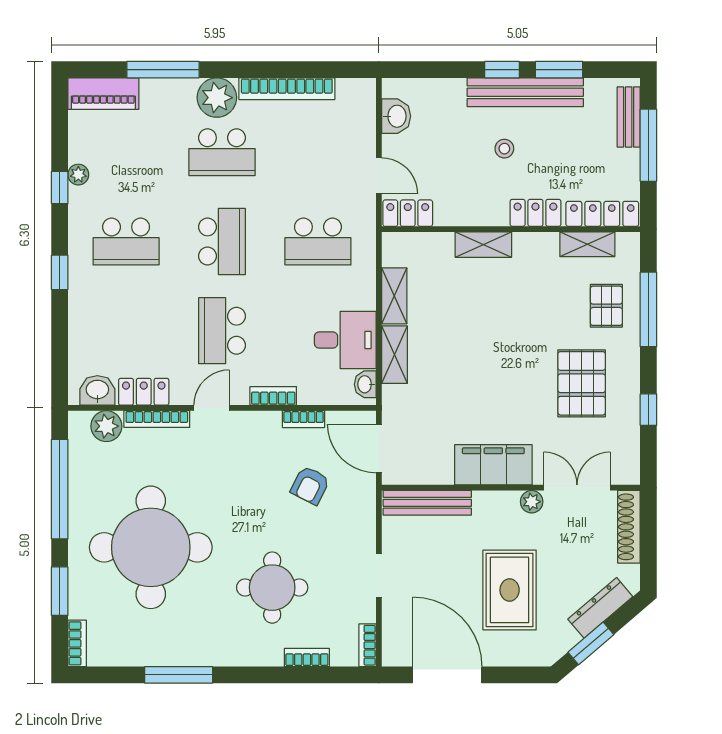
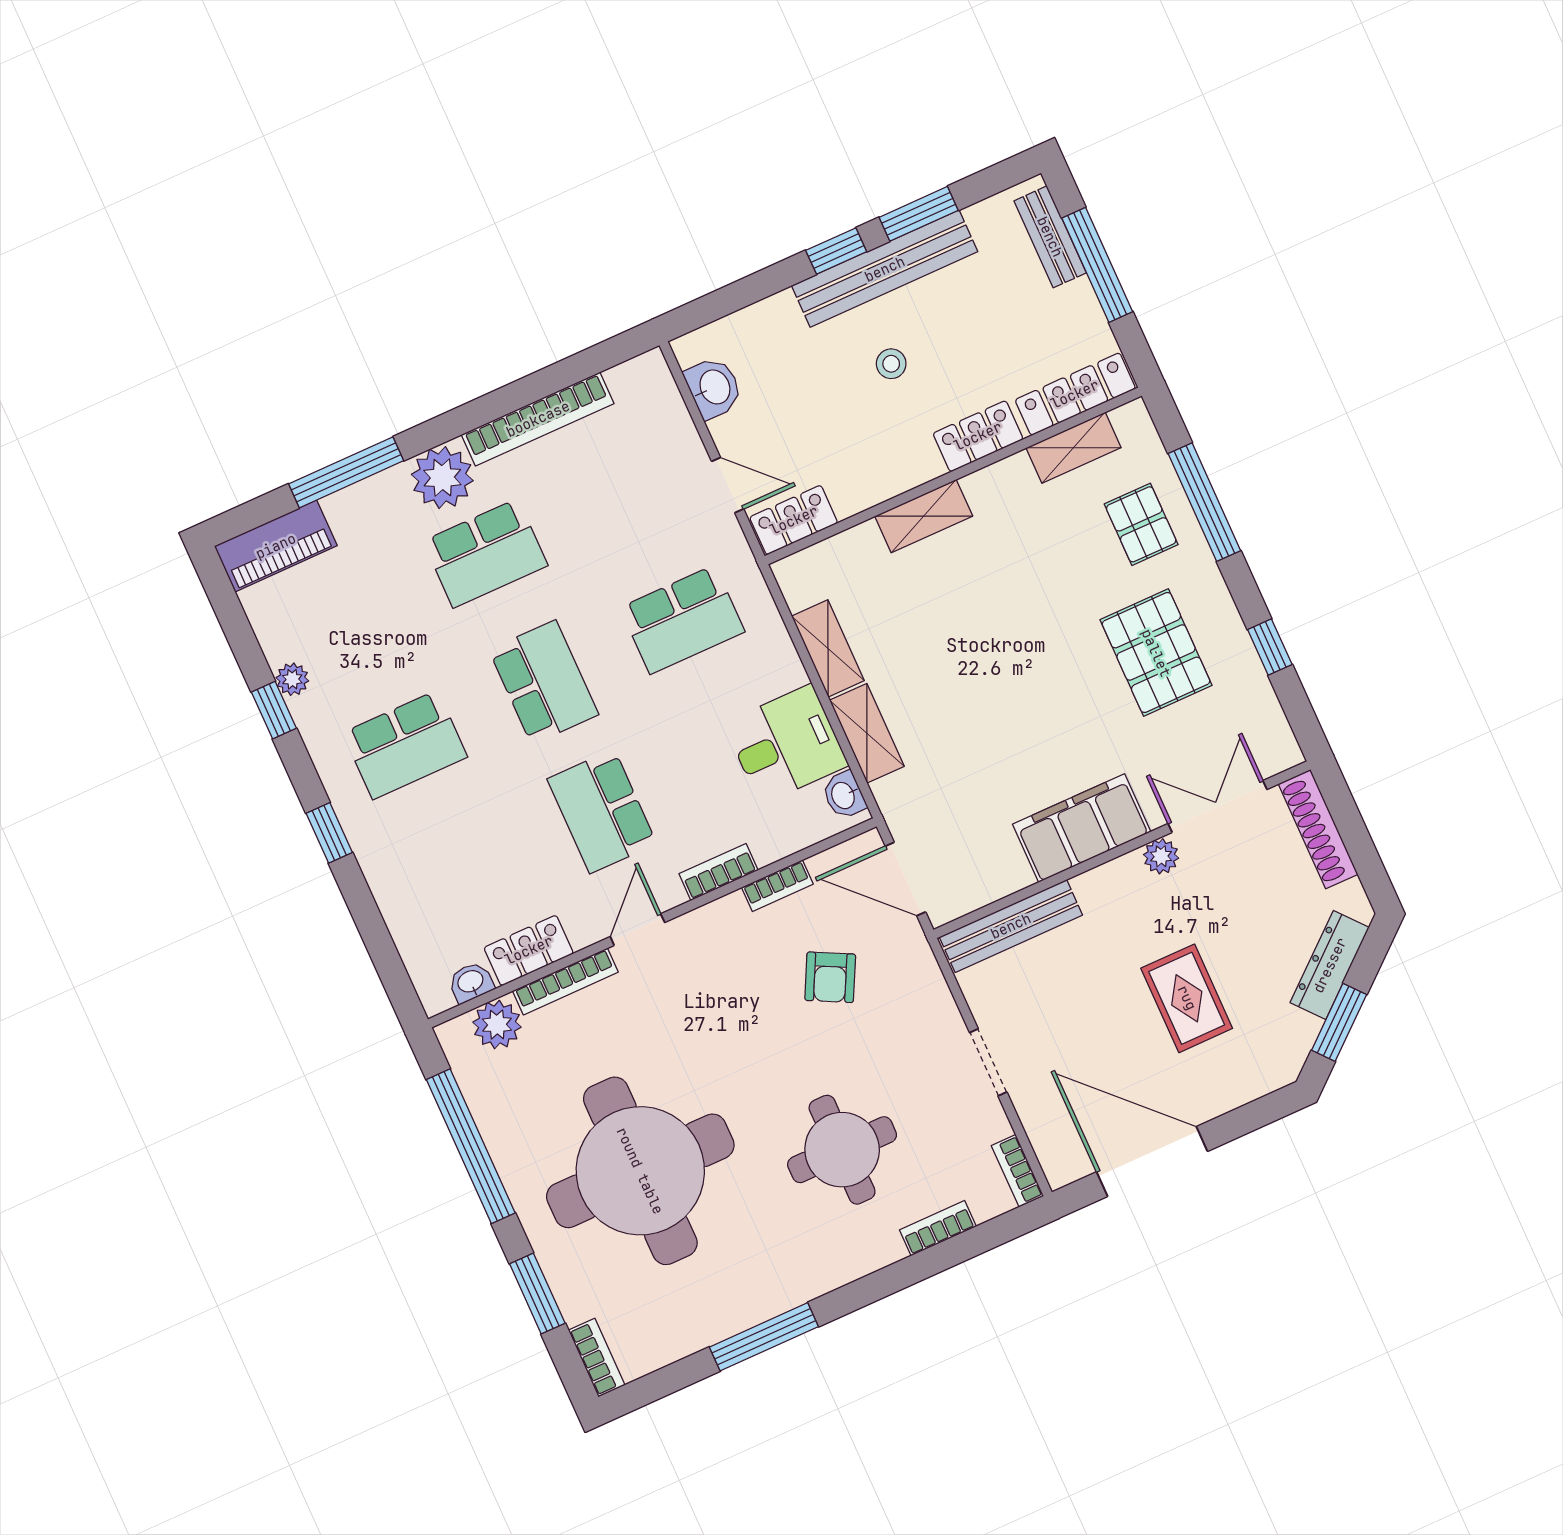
washbasin: (97, 390) -> (471, 982), width x0.72, depth x0.69
rug: (510, 590) -> (1187, 998), width x0.73, depth x0.70

